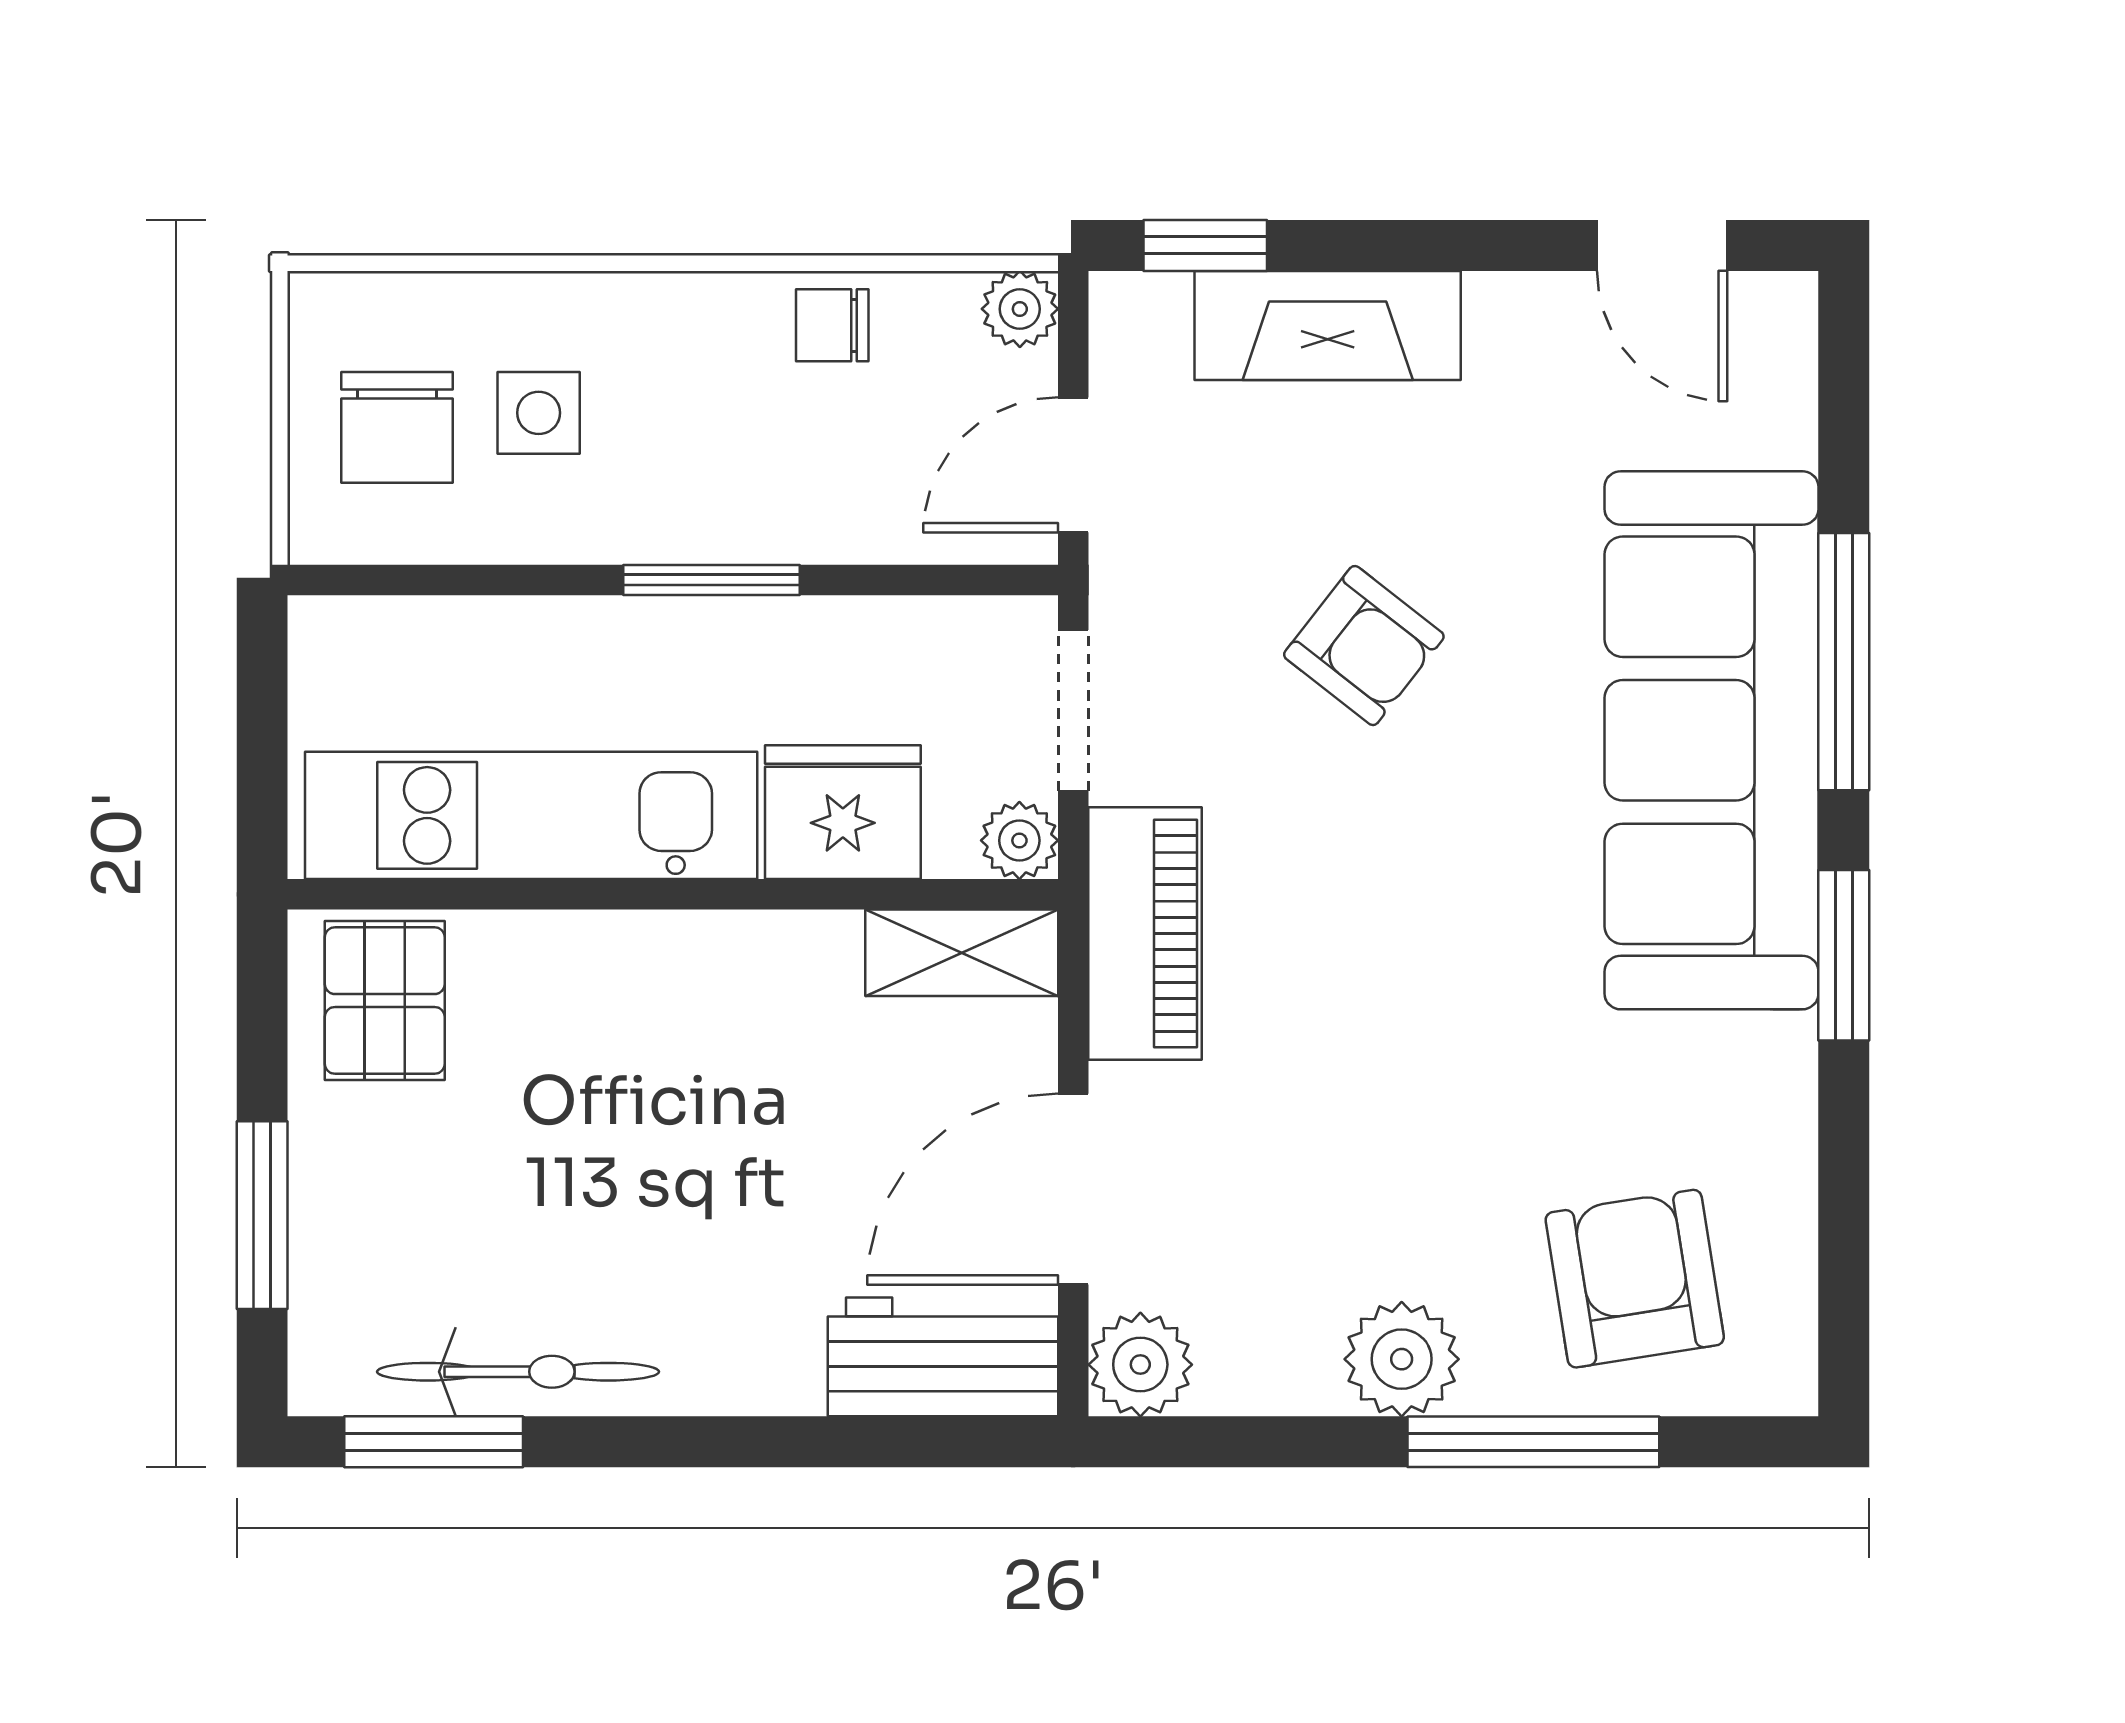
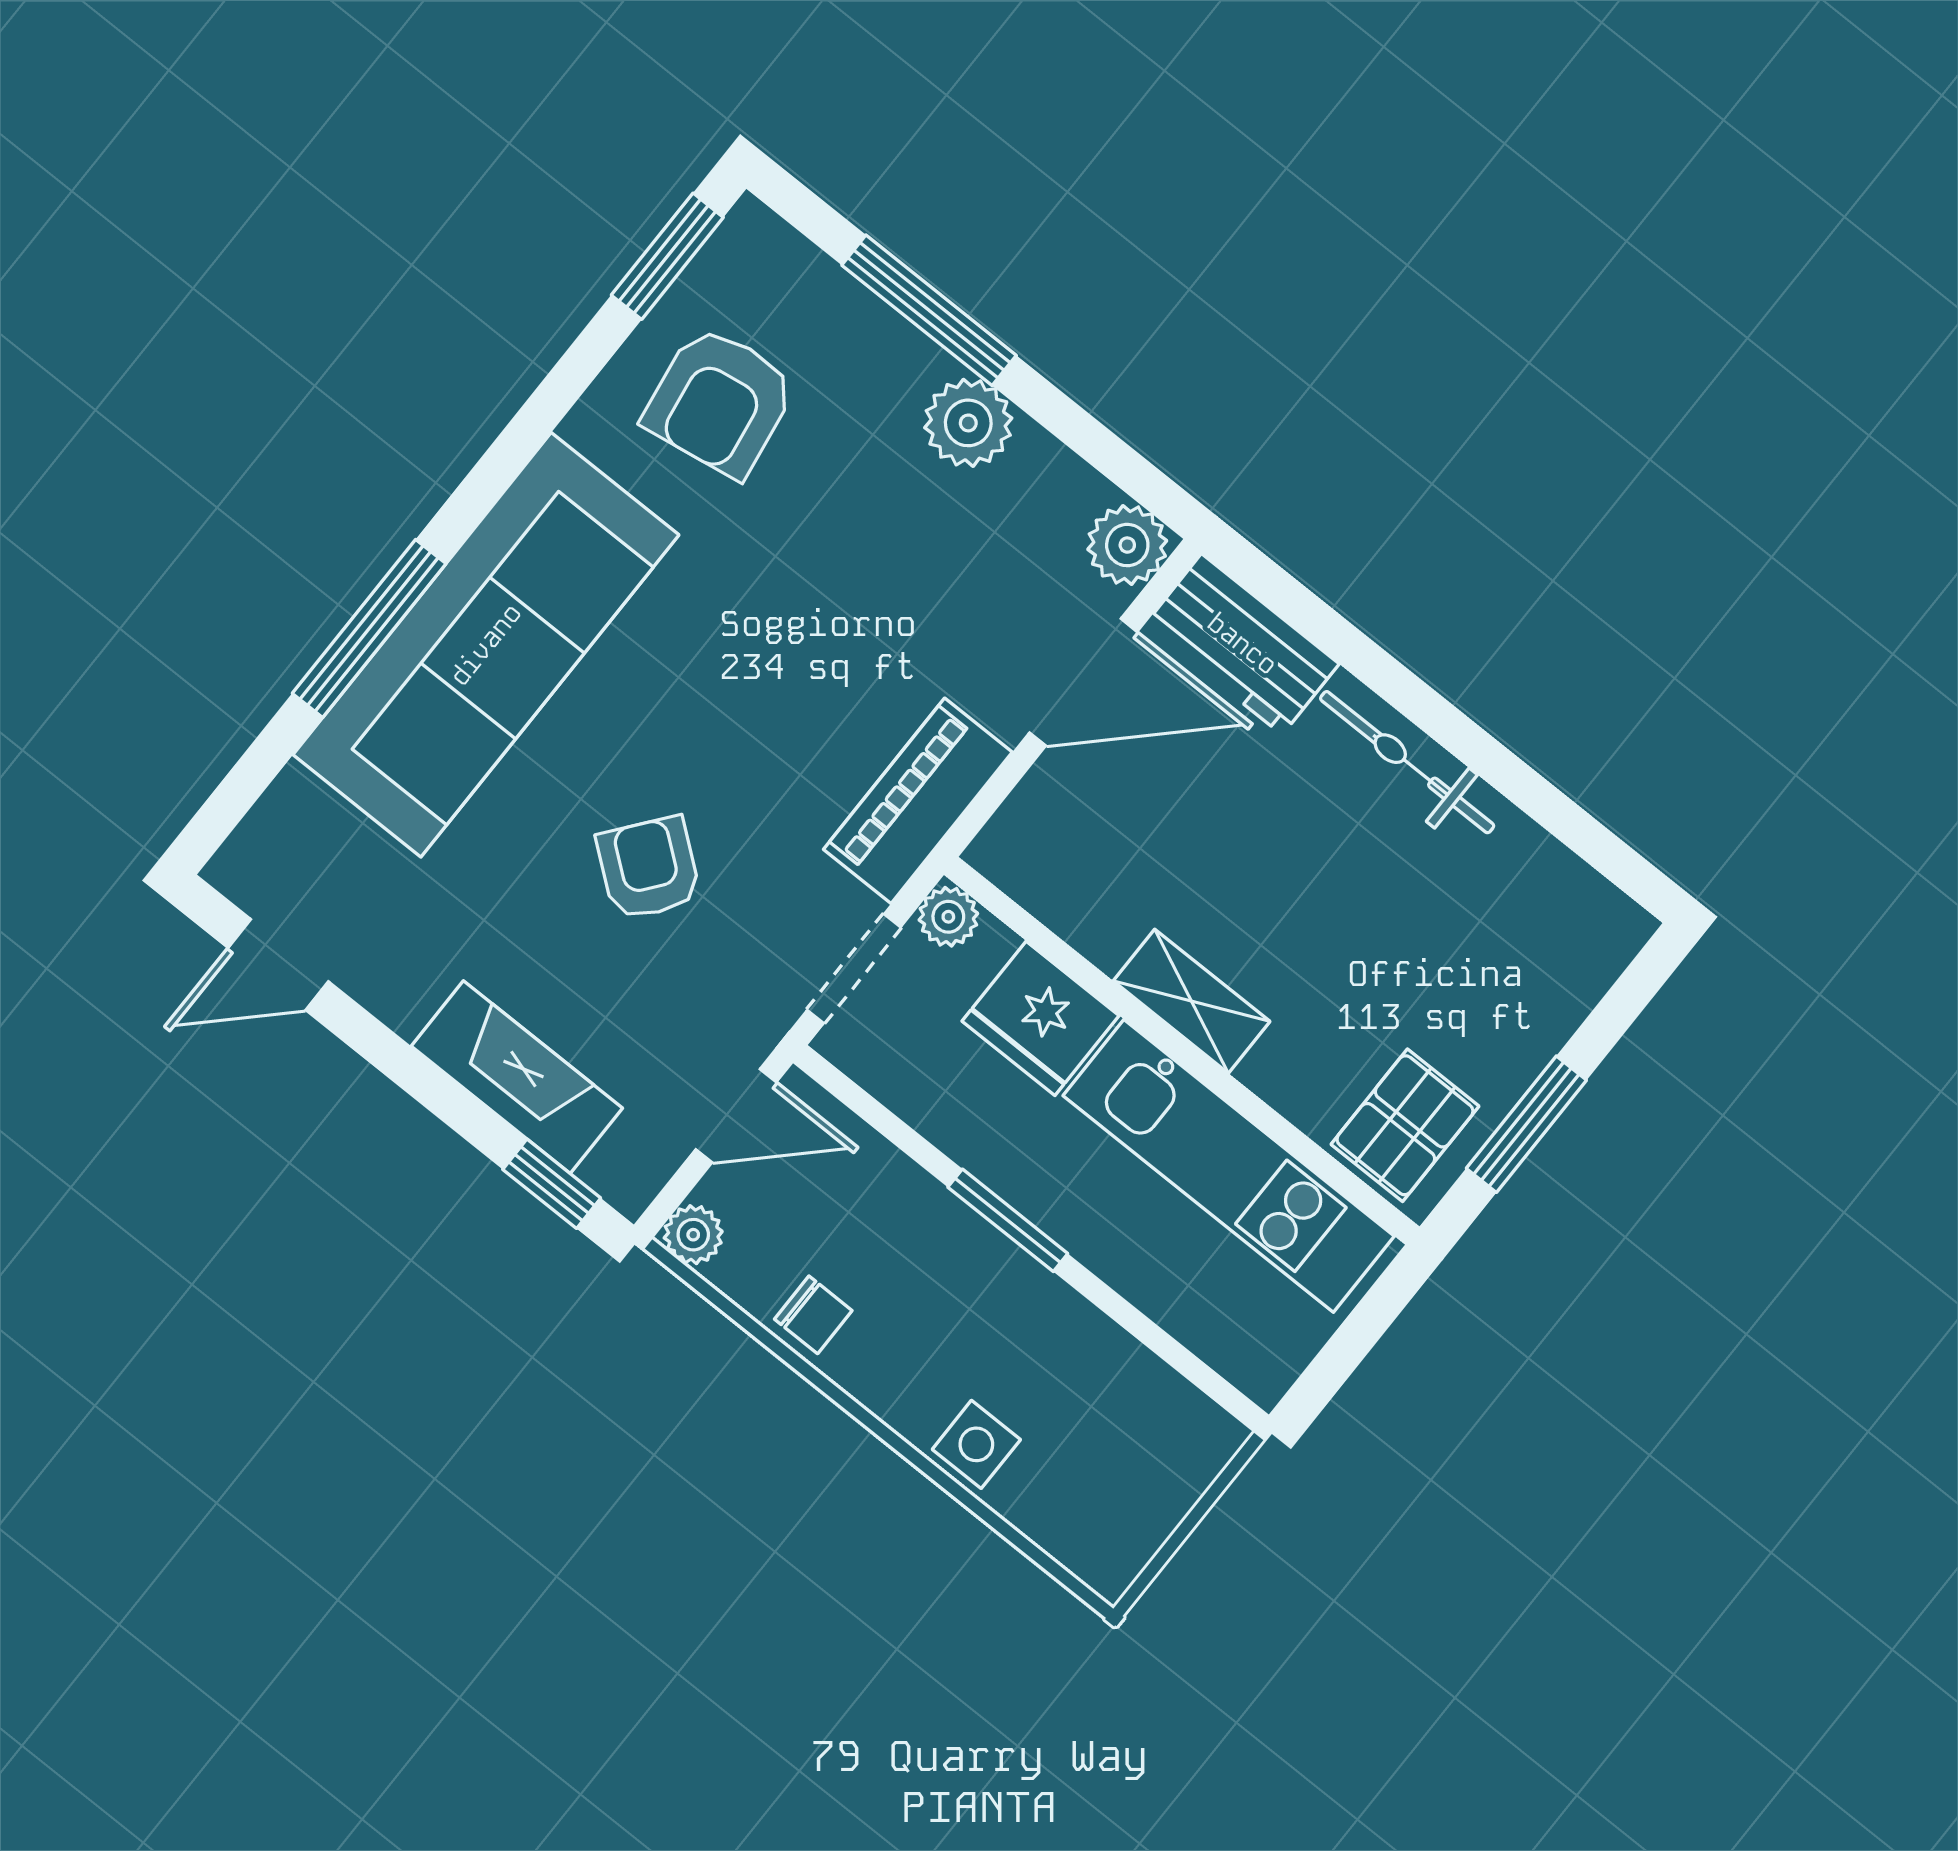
door: (1662, 245) -> (278, 965), swing flipped
side table: (539, 413) -> (976, 1444), moved
chair: (397, 427) -> (1123, 1463), removed
shelving: (962, 953) -> (1192, 1001), moved
window: (1844, 955) -> (667, 256), moved
window: (262, 1215) -> (1526, 1124), moved
armchair: (1635, 1279) -> (720, 402), moved
bicycle: (518, 1372) -> (1407, 762), moved
window: (434, 1442) -> (1587, 838), removed

